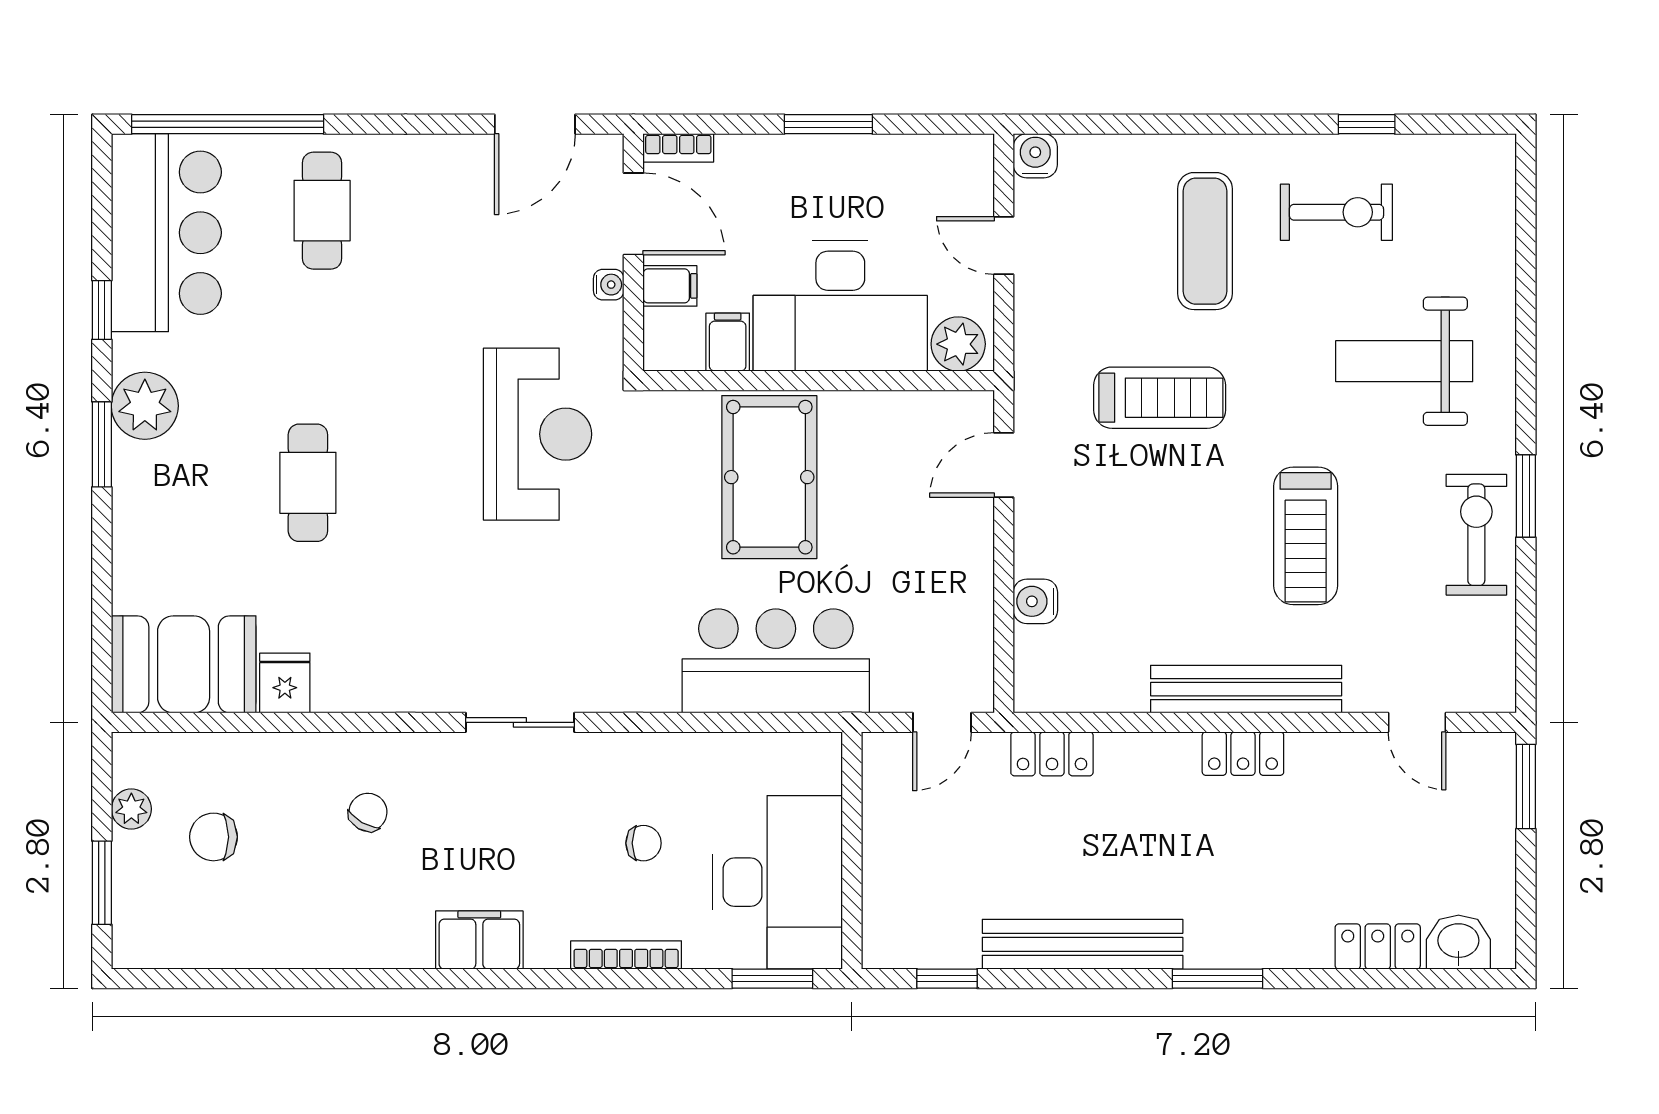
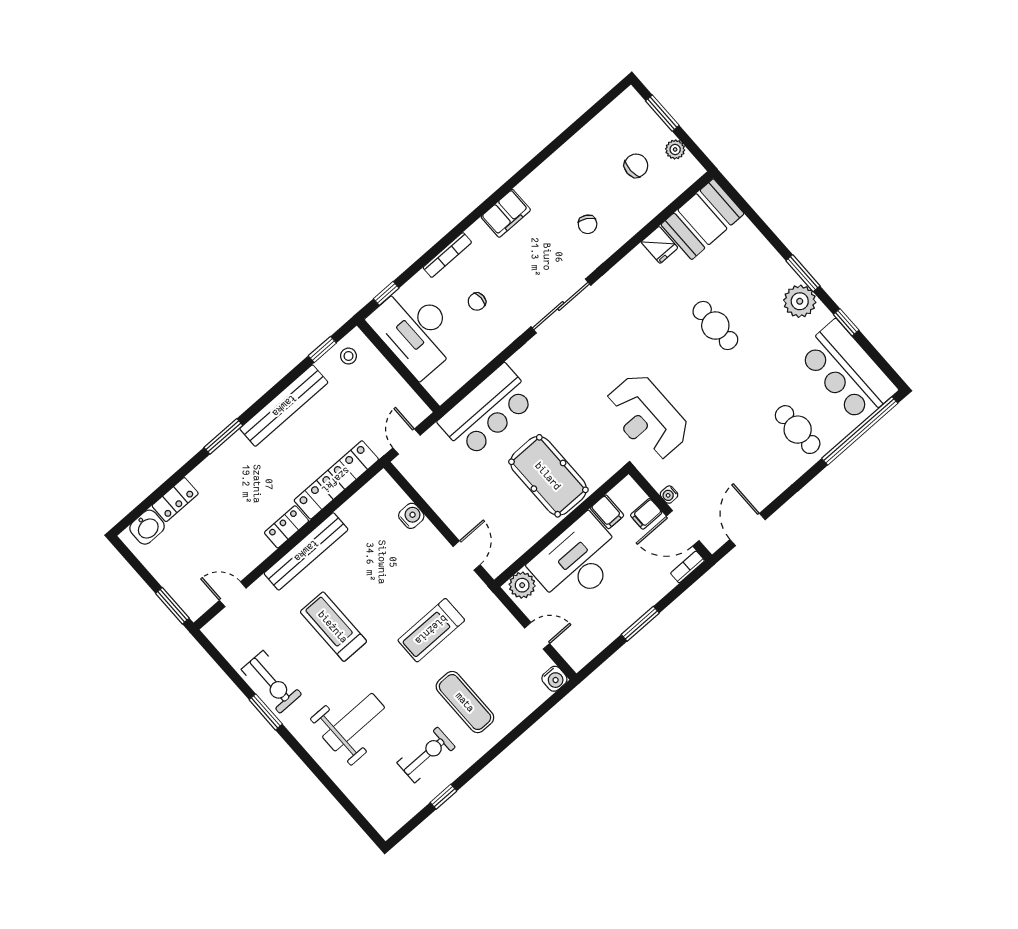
exercise bike: (1336, 212) -> (426, 755), turned 180
sliding door: (520, 722) -> (561, 306), width x1.37
locker: (1052, 754) -> (336, 480), width x2.16, depth x1.21
stool: (916, 933) -> (348, 356), added
window: (772, 979) -> (386, 293), width x0.67

